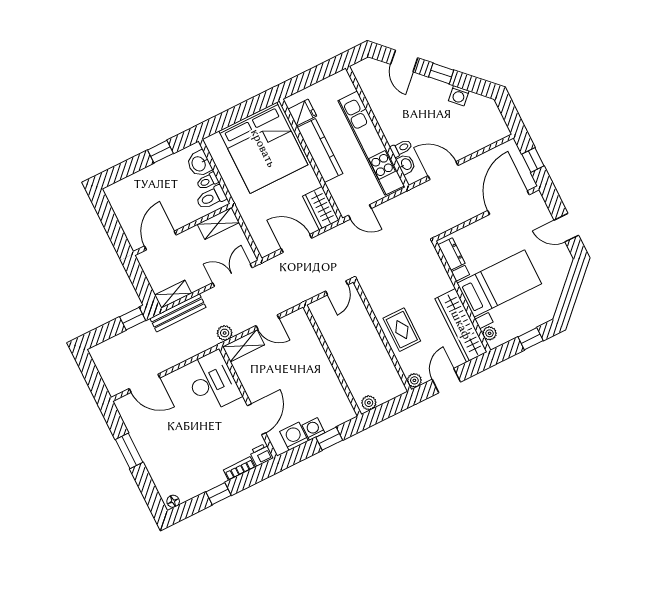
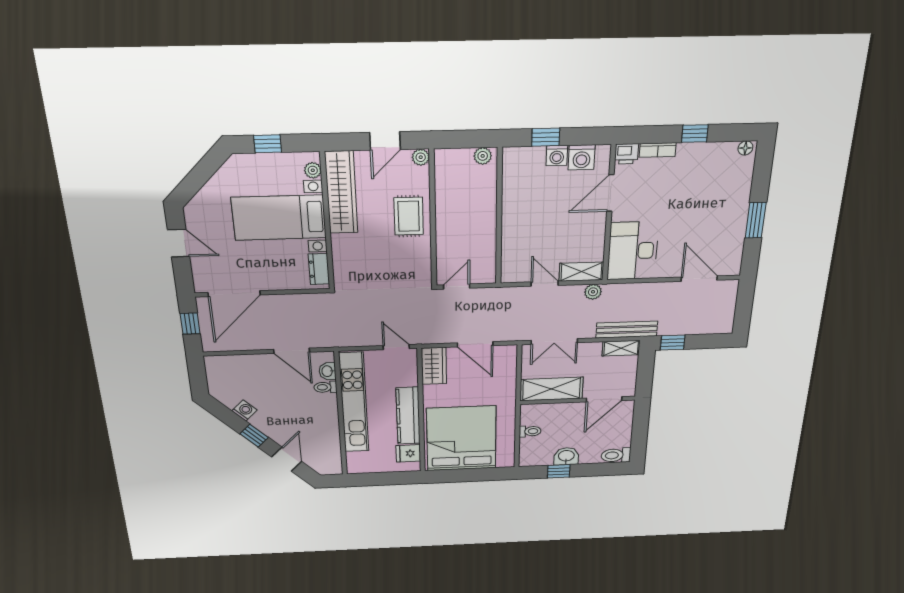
washbasin: (199, 164) -> (566, 456), moved, turned -90
toilet: (211, 197) -> (616, 455), moved, turned 180
shelving: (218, 223) -> (551, 389), width x1.50, depth x1.33

